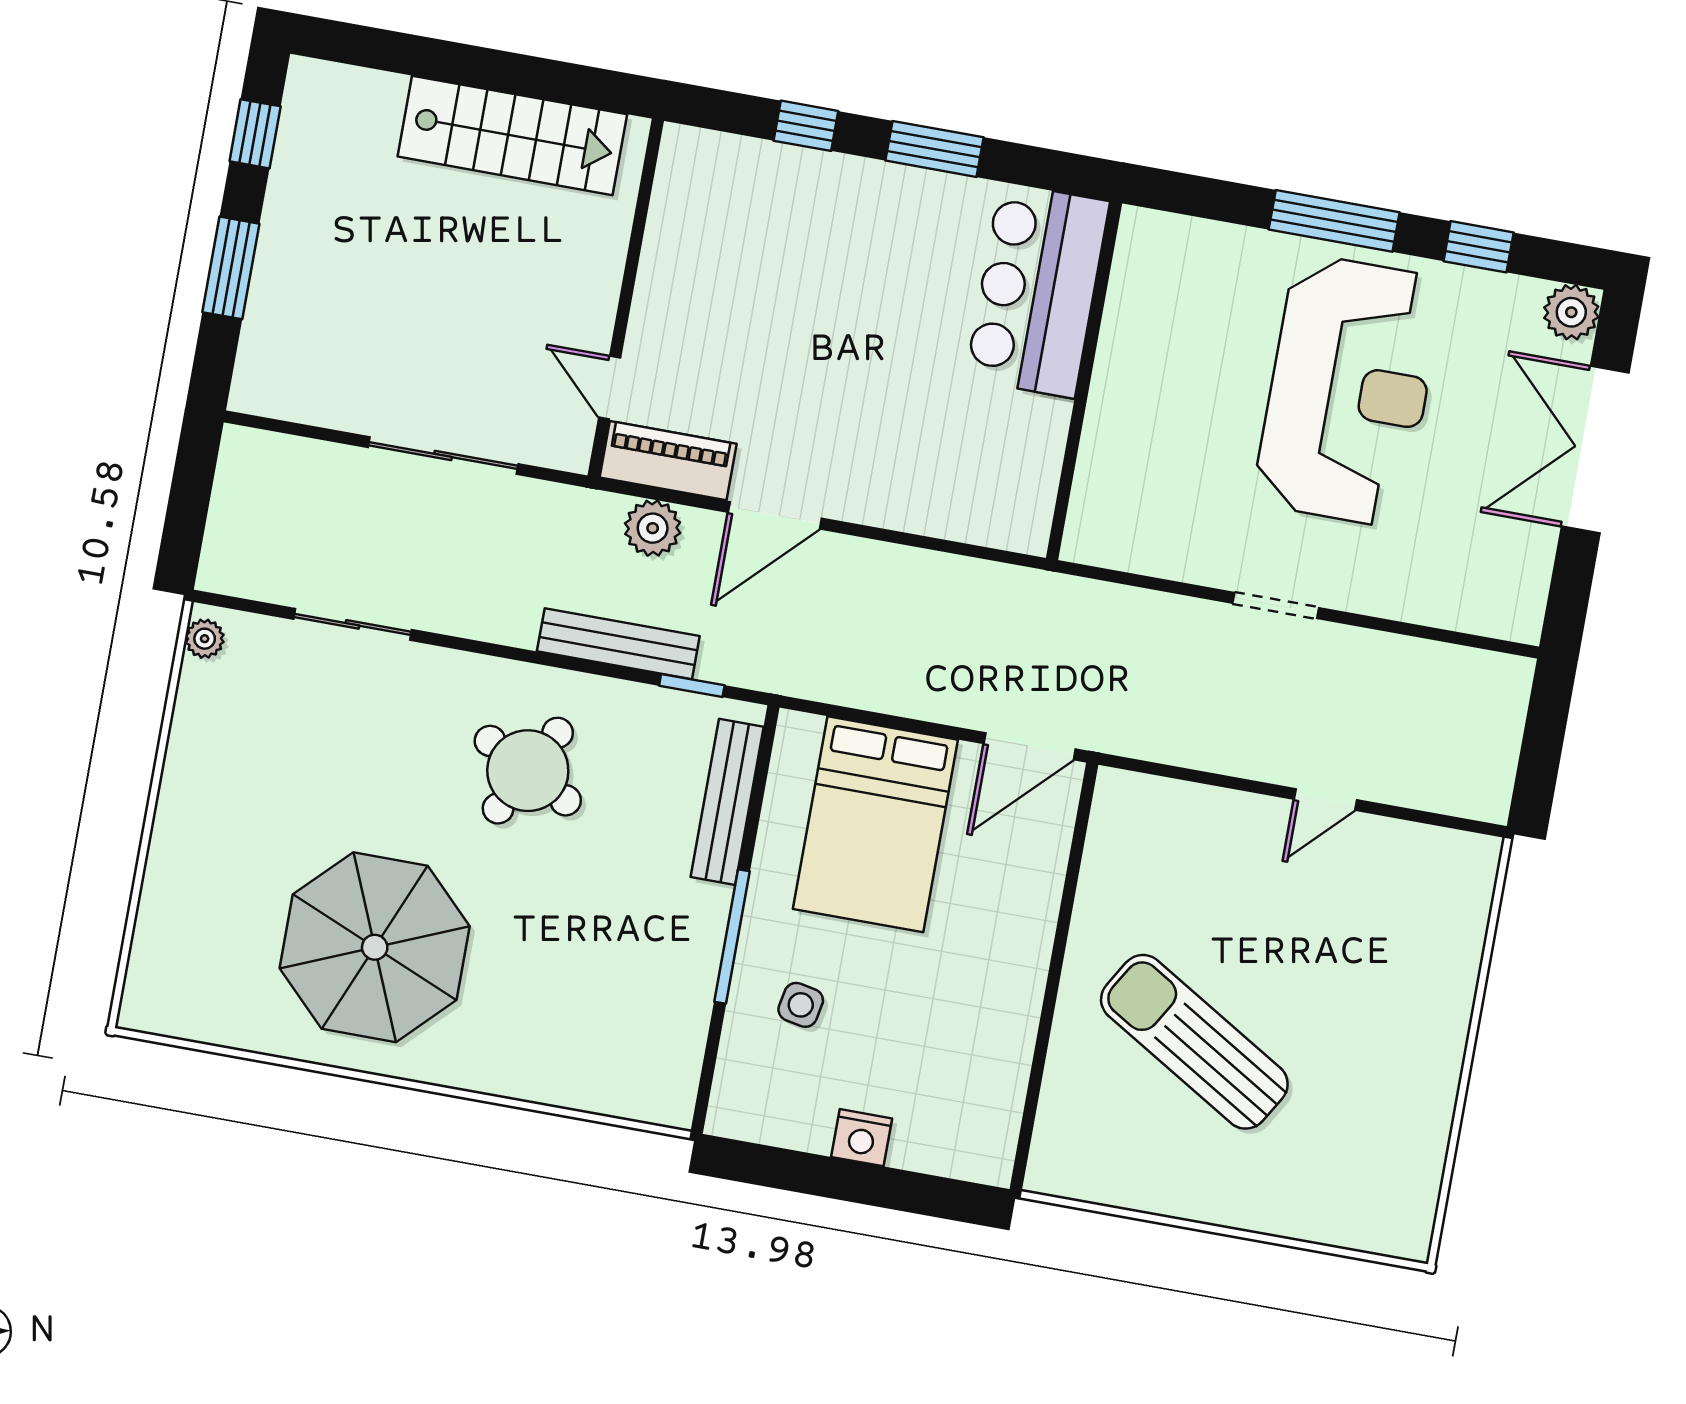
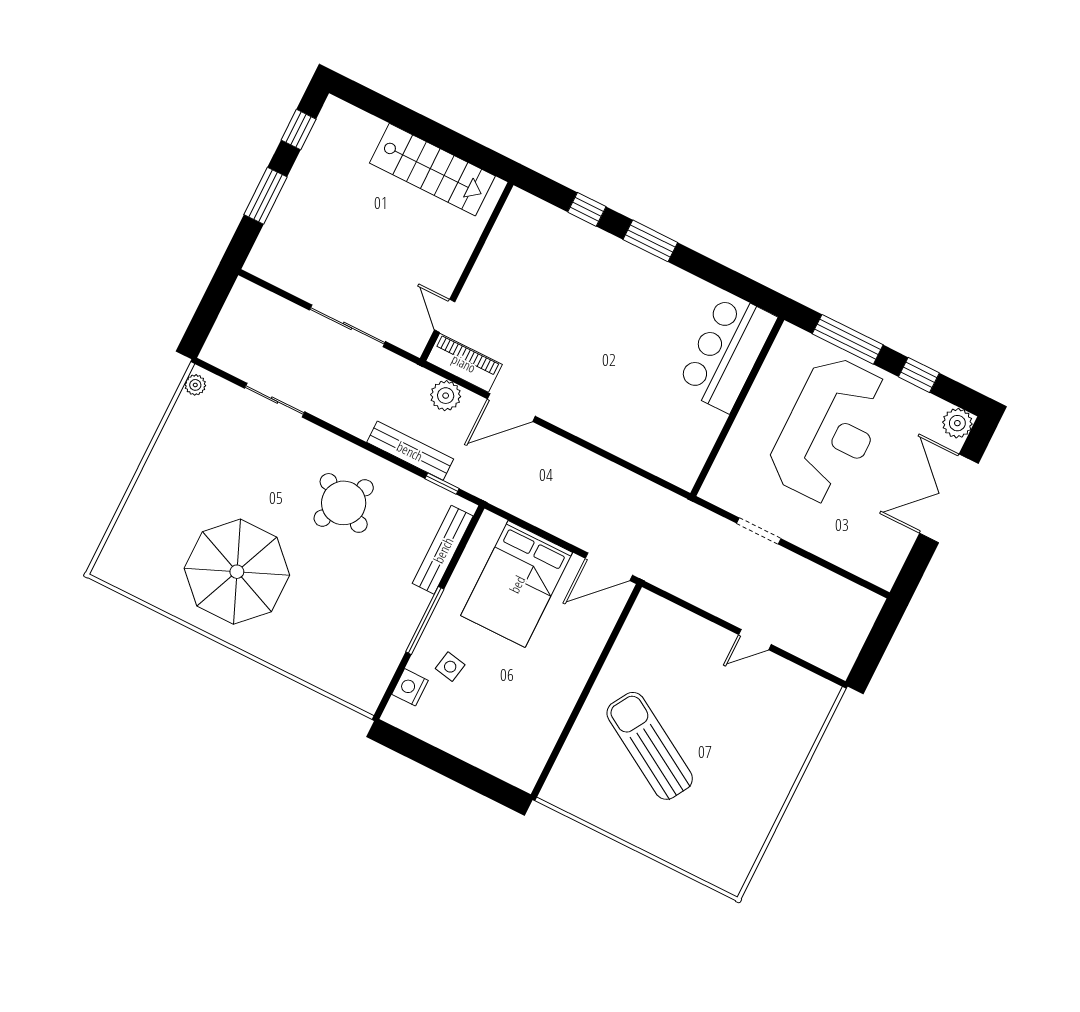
bar counter: (1037, 290) -> (727, 352), moved
wall: (1084, 381) -> (737, 407), moved
nightstand: (862, 1138) -> (410, 687), moved, turned 90

